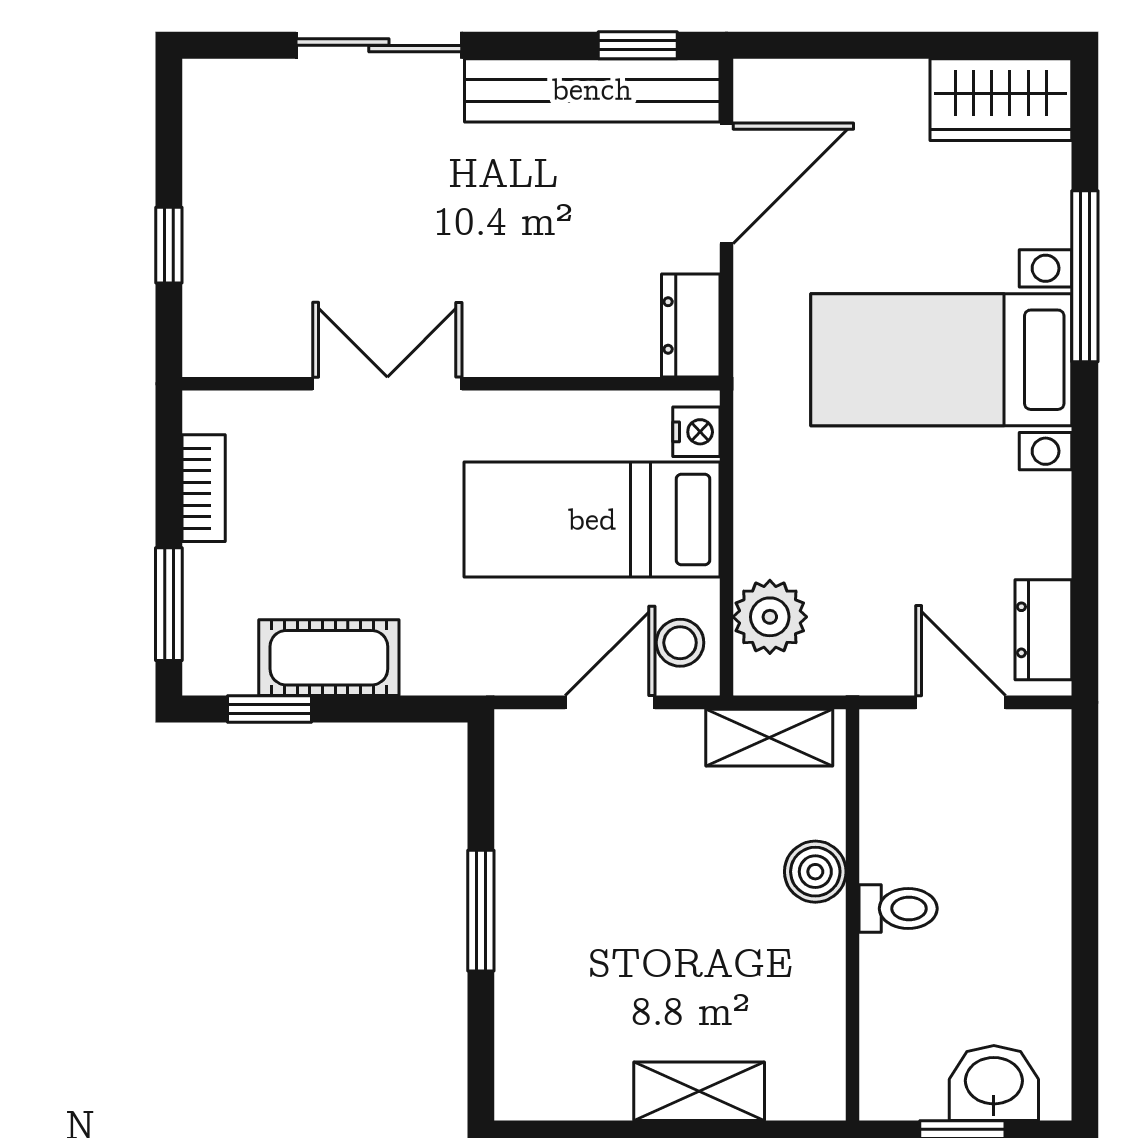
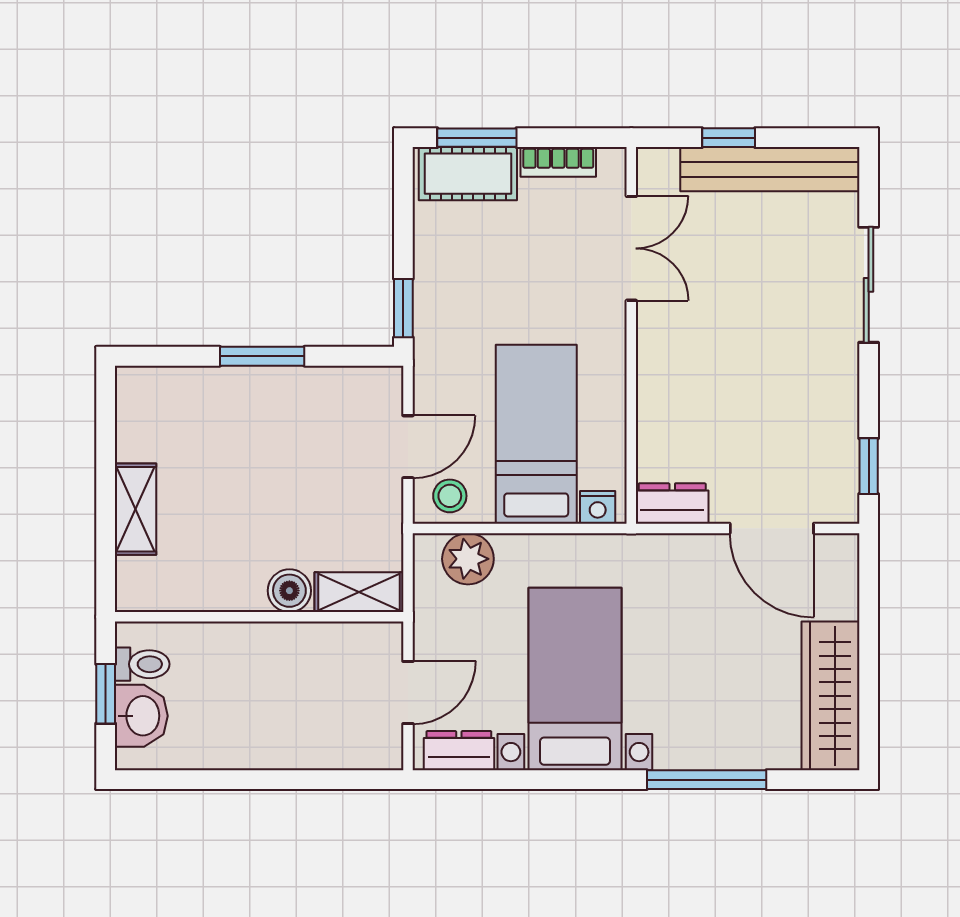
bench: (592, 90) -> (770, 169), moved, turned 90
wardrobe: (1001, 100) -> (830, 696), width x1.50
bed with nightstands: (941, 360) -> (575, 679), moved
double door: (387, 384) -> (631, 248), moved
cot: (329, 658) -> (468, 174), moved, turned 90
door: (610, 702) -> (408, 447), hinge flipped
window: (269, 709) -> (403, 308), moved
shelving: (769, 738) -> (359, 592), moved, turned 90
toilet: (898, 909) -> (142, 664), moved, turned -90

